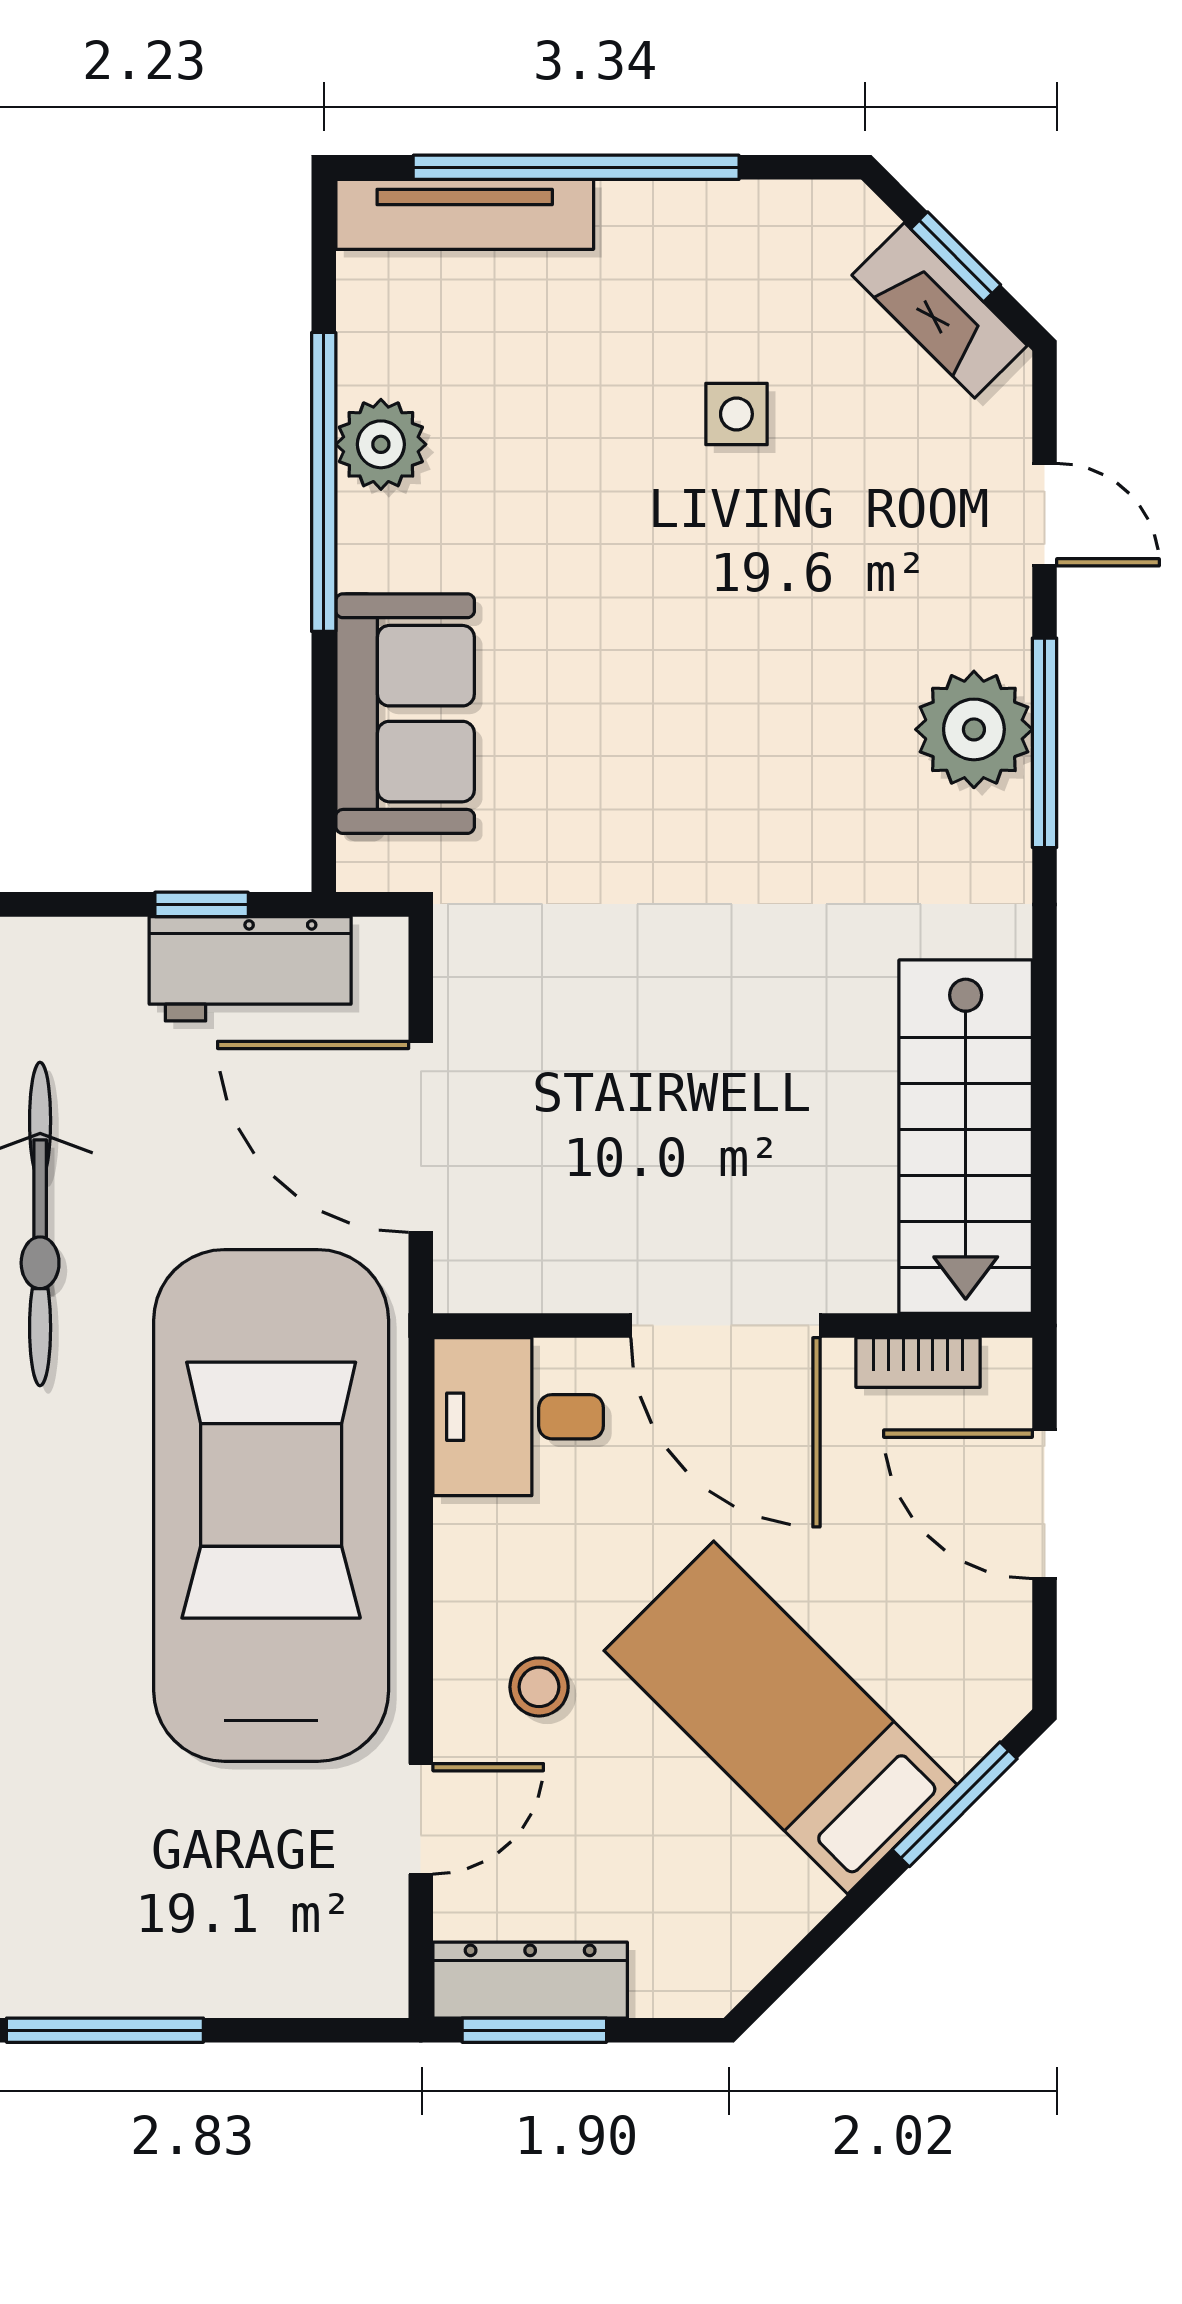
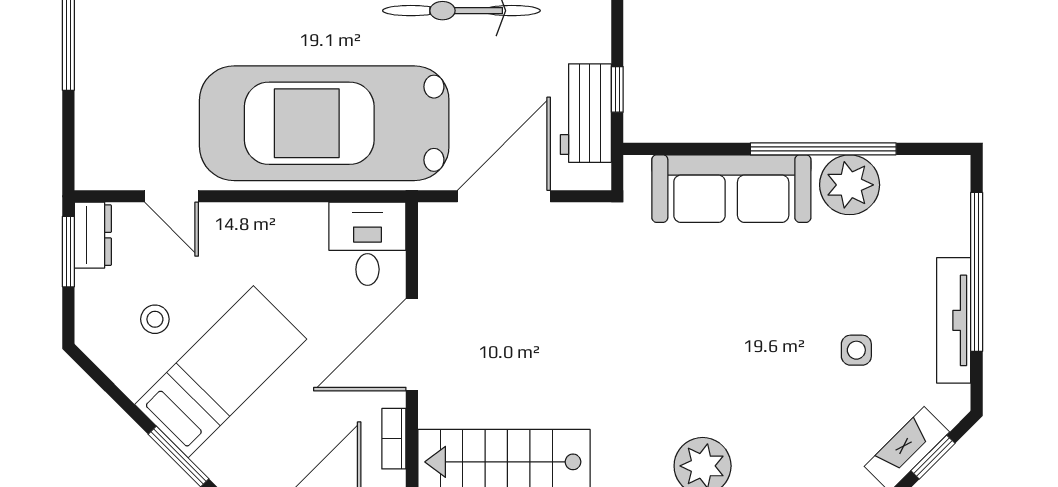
tv unit: (465, 214) -> (954, 320), moved
plant: (381, 444) -> (850, 185), width x1.36, depth x1.36
sofa: (405, 714) -> (731, 189), width x1.36
car: (271, 1505) -> (324, 123), turned 180
stool: (539, 1687) -> (155, 319), moved
dresser: (530, 1980) -> (93, 235), width x0.70

